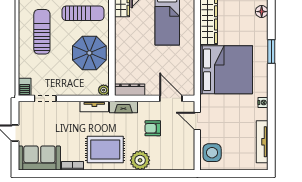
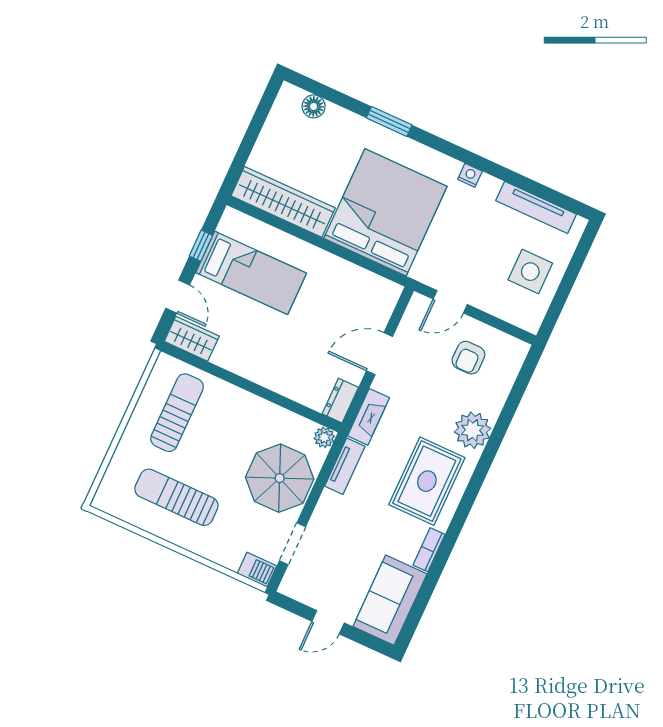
parasol: (89, 53) -> (280, 478), moved
dresser: (130, 90) -> (340, 401), width x0.70
door: (171, 98) -> (380, 354), moved
armchair: (153, 128) -> (468, 358), moved
side table: (212, 153) -> (530, 272), moved

